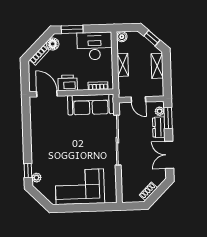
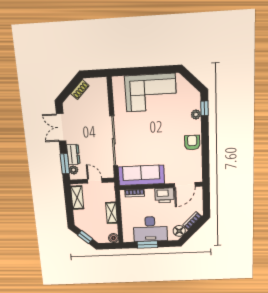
window: (72, 29) -> (148, 245), moved
desk: (95, 46) -> (150, 229), moved
shelving: (157, 66) -> (77, 198), moved
door: (47, 94) -> (185, 185), hinge flipped
armchair: (40, 137) -> (192, 143), added
double door: (169, 155) -> (61, 127), swing flipped
plant: (37, 178) -> (196, 114), moved

